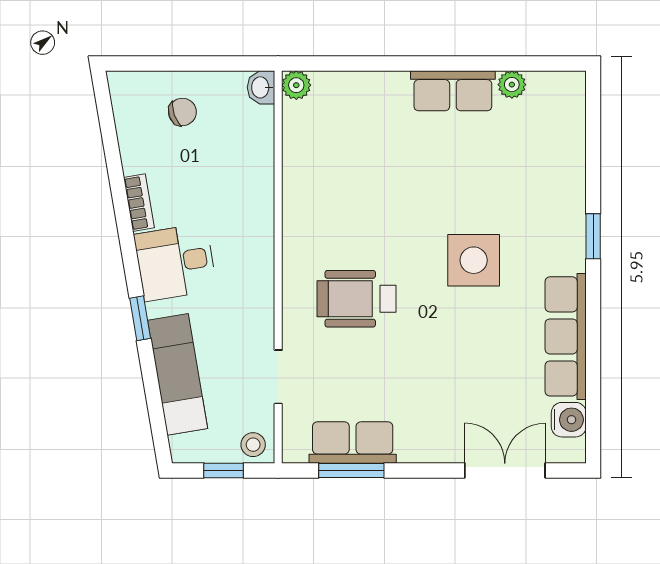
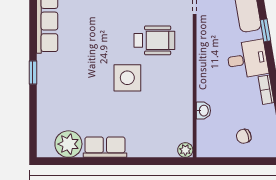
plant: (512, 85) -> (68, 144), width x1.88, depth x1.88
washbasin: (261, 87) -> (203, 111), moved
side table: (474, 260) -> (127, 78), moved

